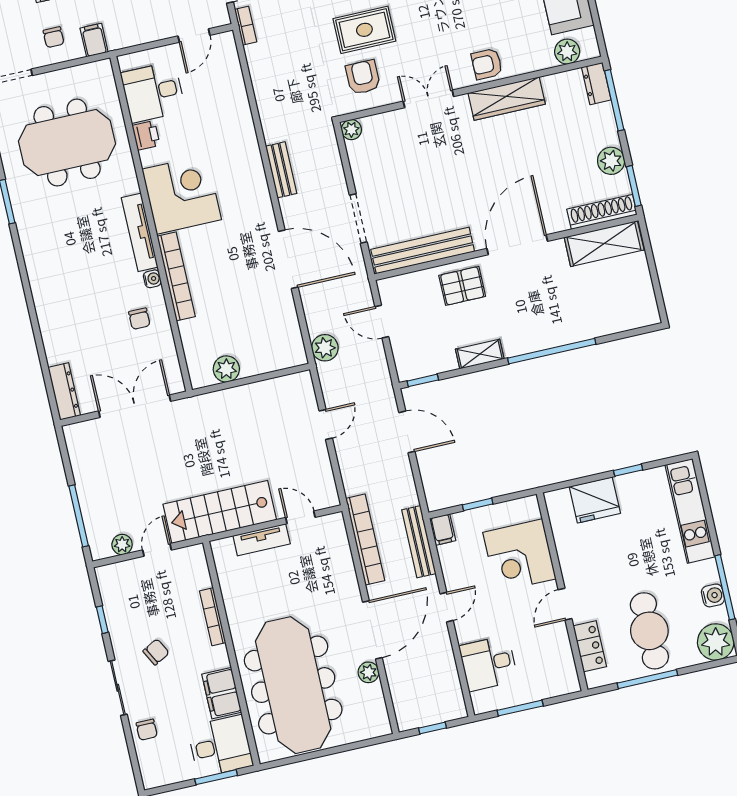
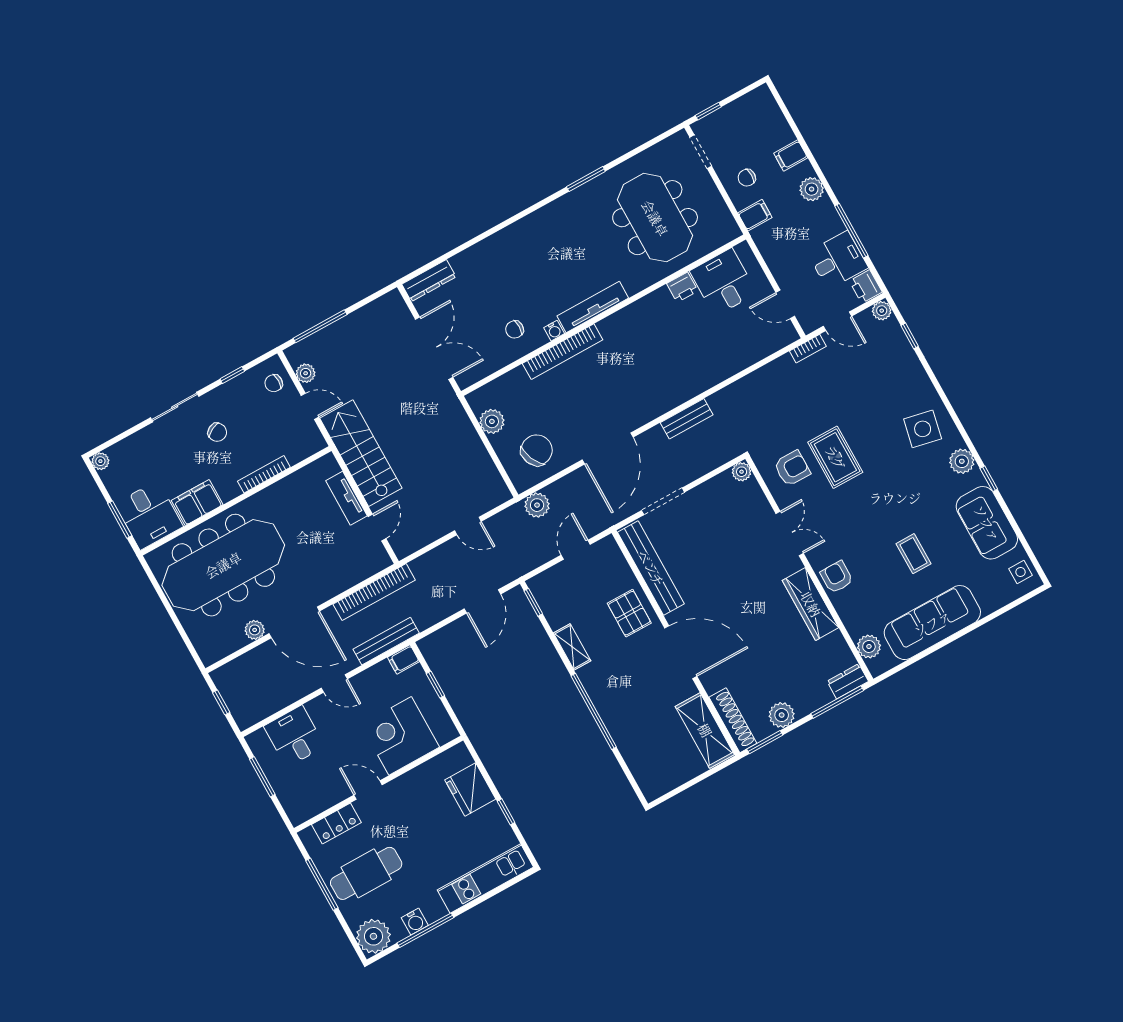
corner desk: (182, 194) -> (638, 335), removed
chair: (269, 332) -> (537, 450), added
chair: (147, 730) -> (274, 383), moved
plant: (151, 780) -> (100, 461), added

